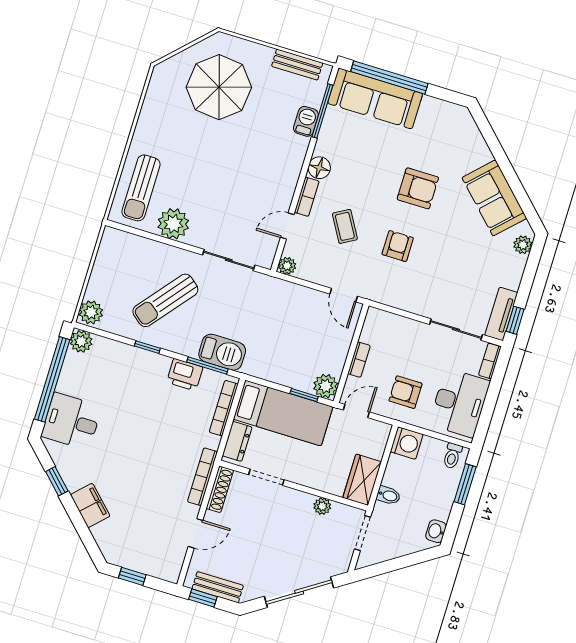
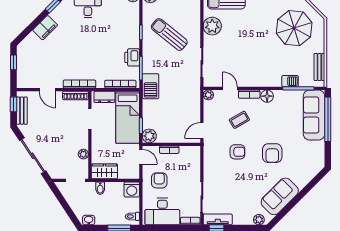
barbecue: (222, 352) -> (150, 86), moved

